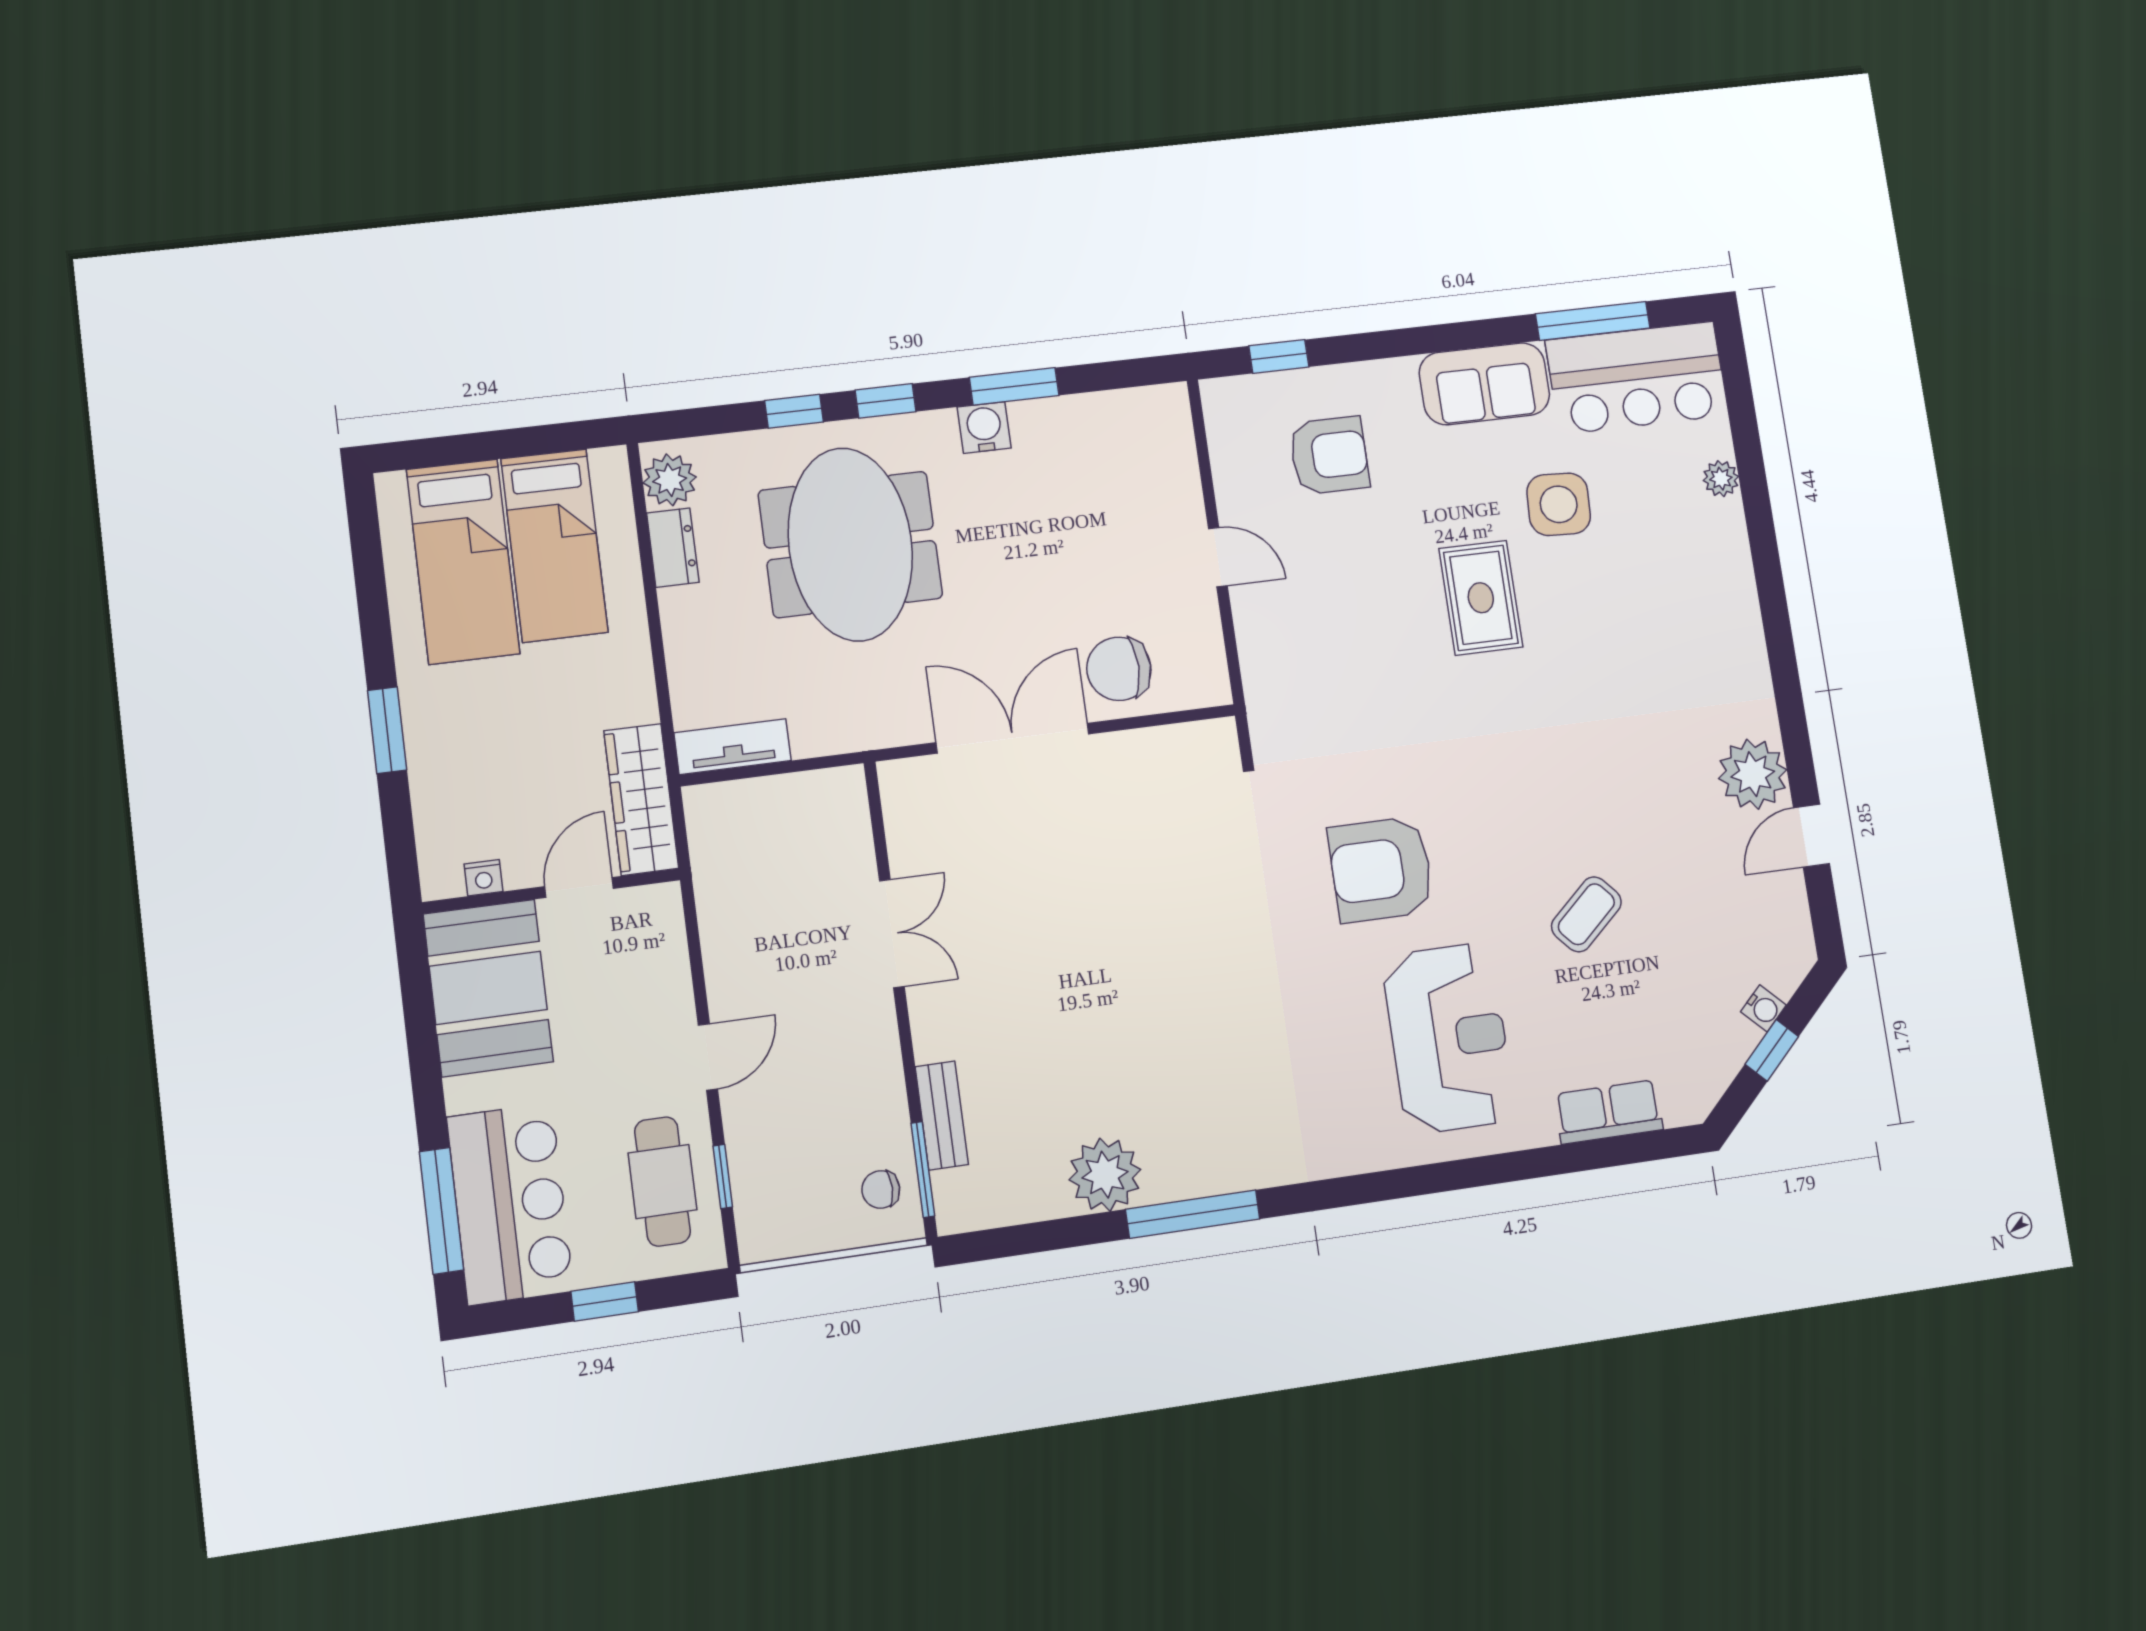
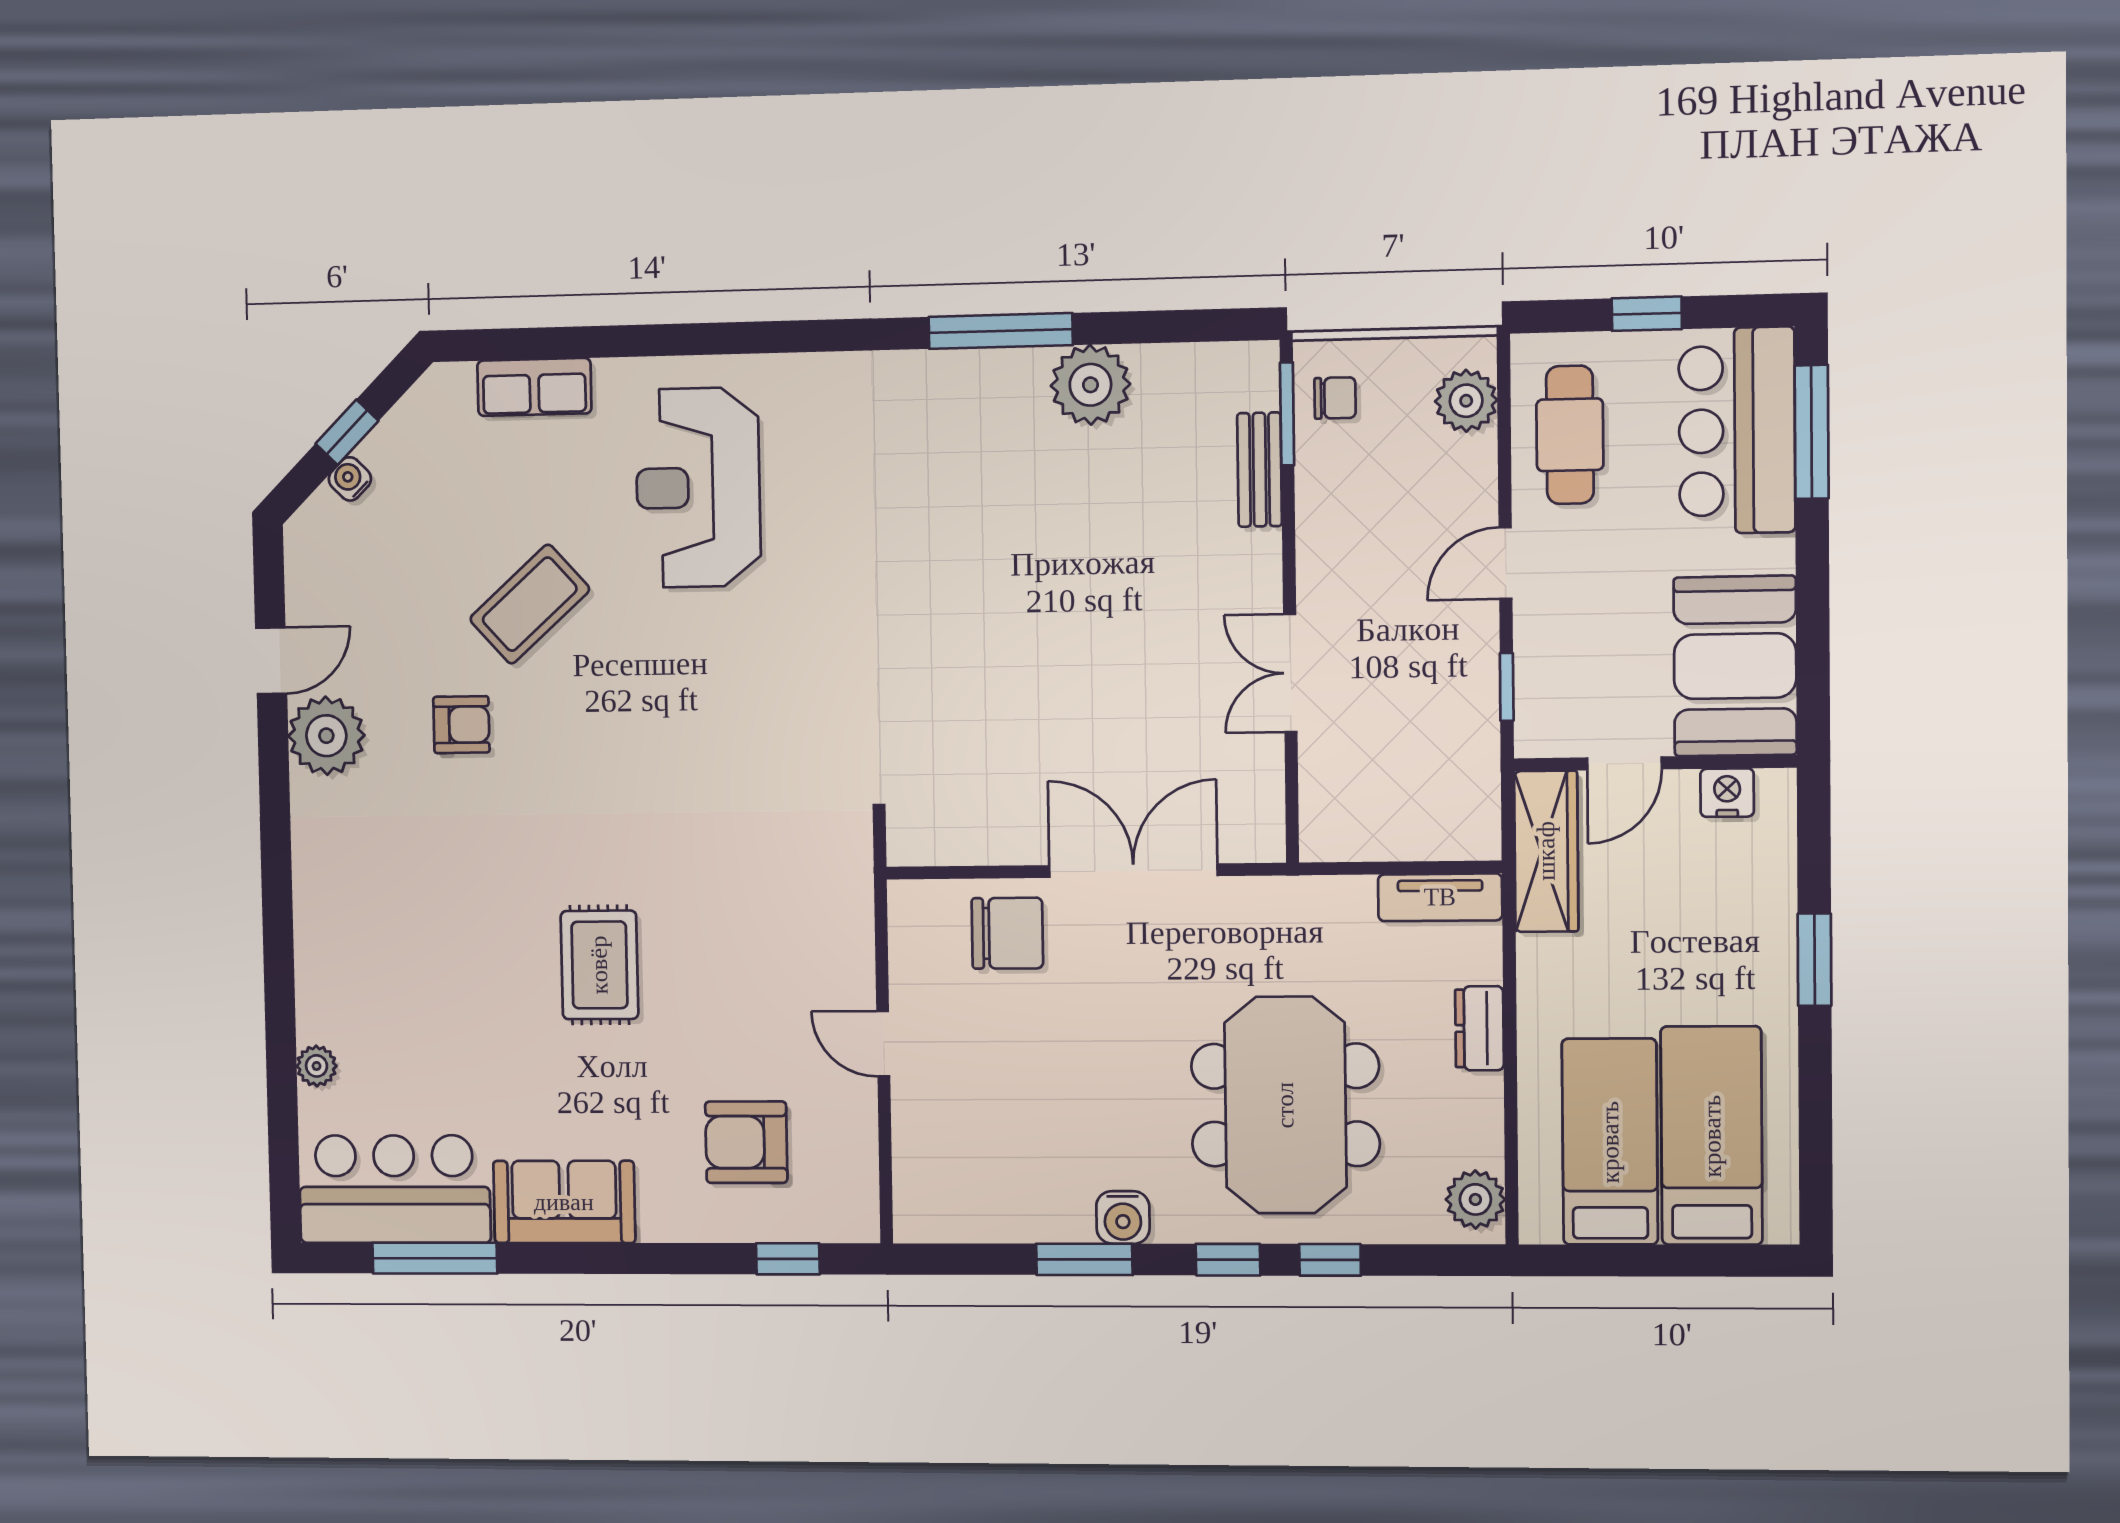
side table: (1559, 504) -> (500, 1058), removed
dresser: (673, 548) -> (1479, 1028), moved
double door: (1013, 738) -> (1133, 871), swing flipped
armchair: (1381, 869) -> (461, 725), moved, width x0.53, depth x0.53
nightstand: (483, 878) -> (1727, 793), width x1.39, depth x1.35
coffee table: (1586, 914) -> (530, 604), width x1.36, depth x1.30
window: (723, 1176) -> (1507, 687), moved
plant: (761, 1201) -> (1466, 401), added

